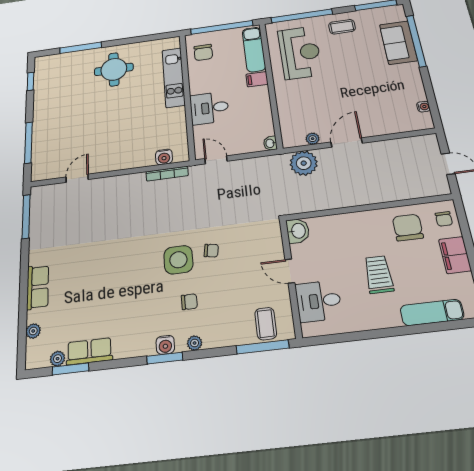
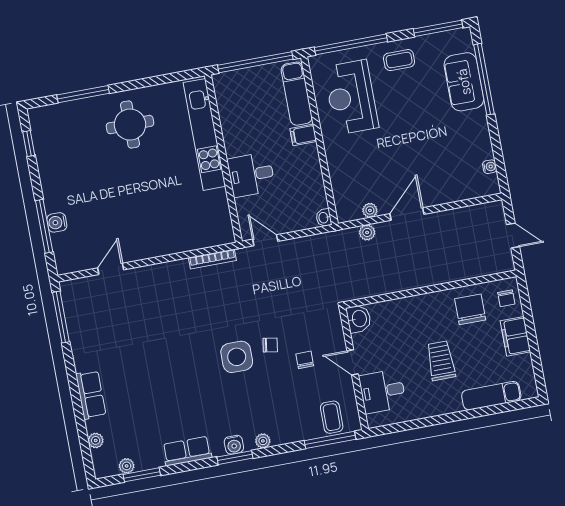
chair: (203, 52) -> (236, 99), removed
reception desk: (300, 53) -> (351, 97), turned 180
kitchen unit: (174, 77) -> (204, 134), width x1.36
water cooler: (164, 157) -> (57, 222), moved, turned 90
plant: (304, 163) -> (367, 232), width x0.53, depth x0.53
chair: (189, 302) -> (305, 360), moved, turned -90
row of seats: (89, 351) -> (187, 451), moved

